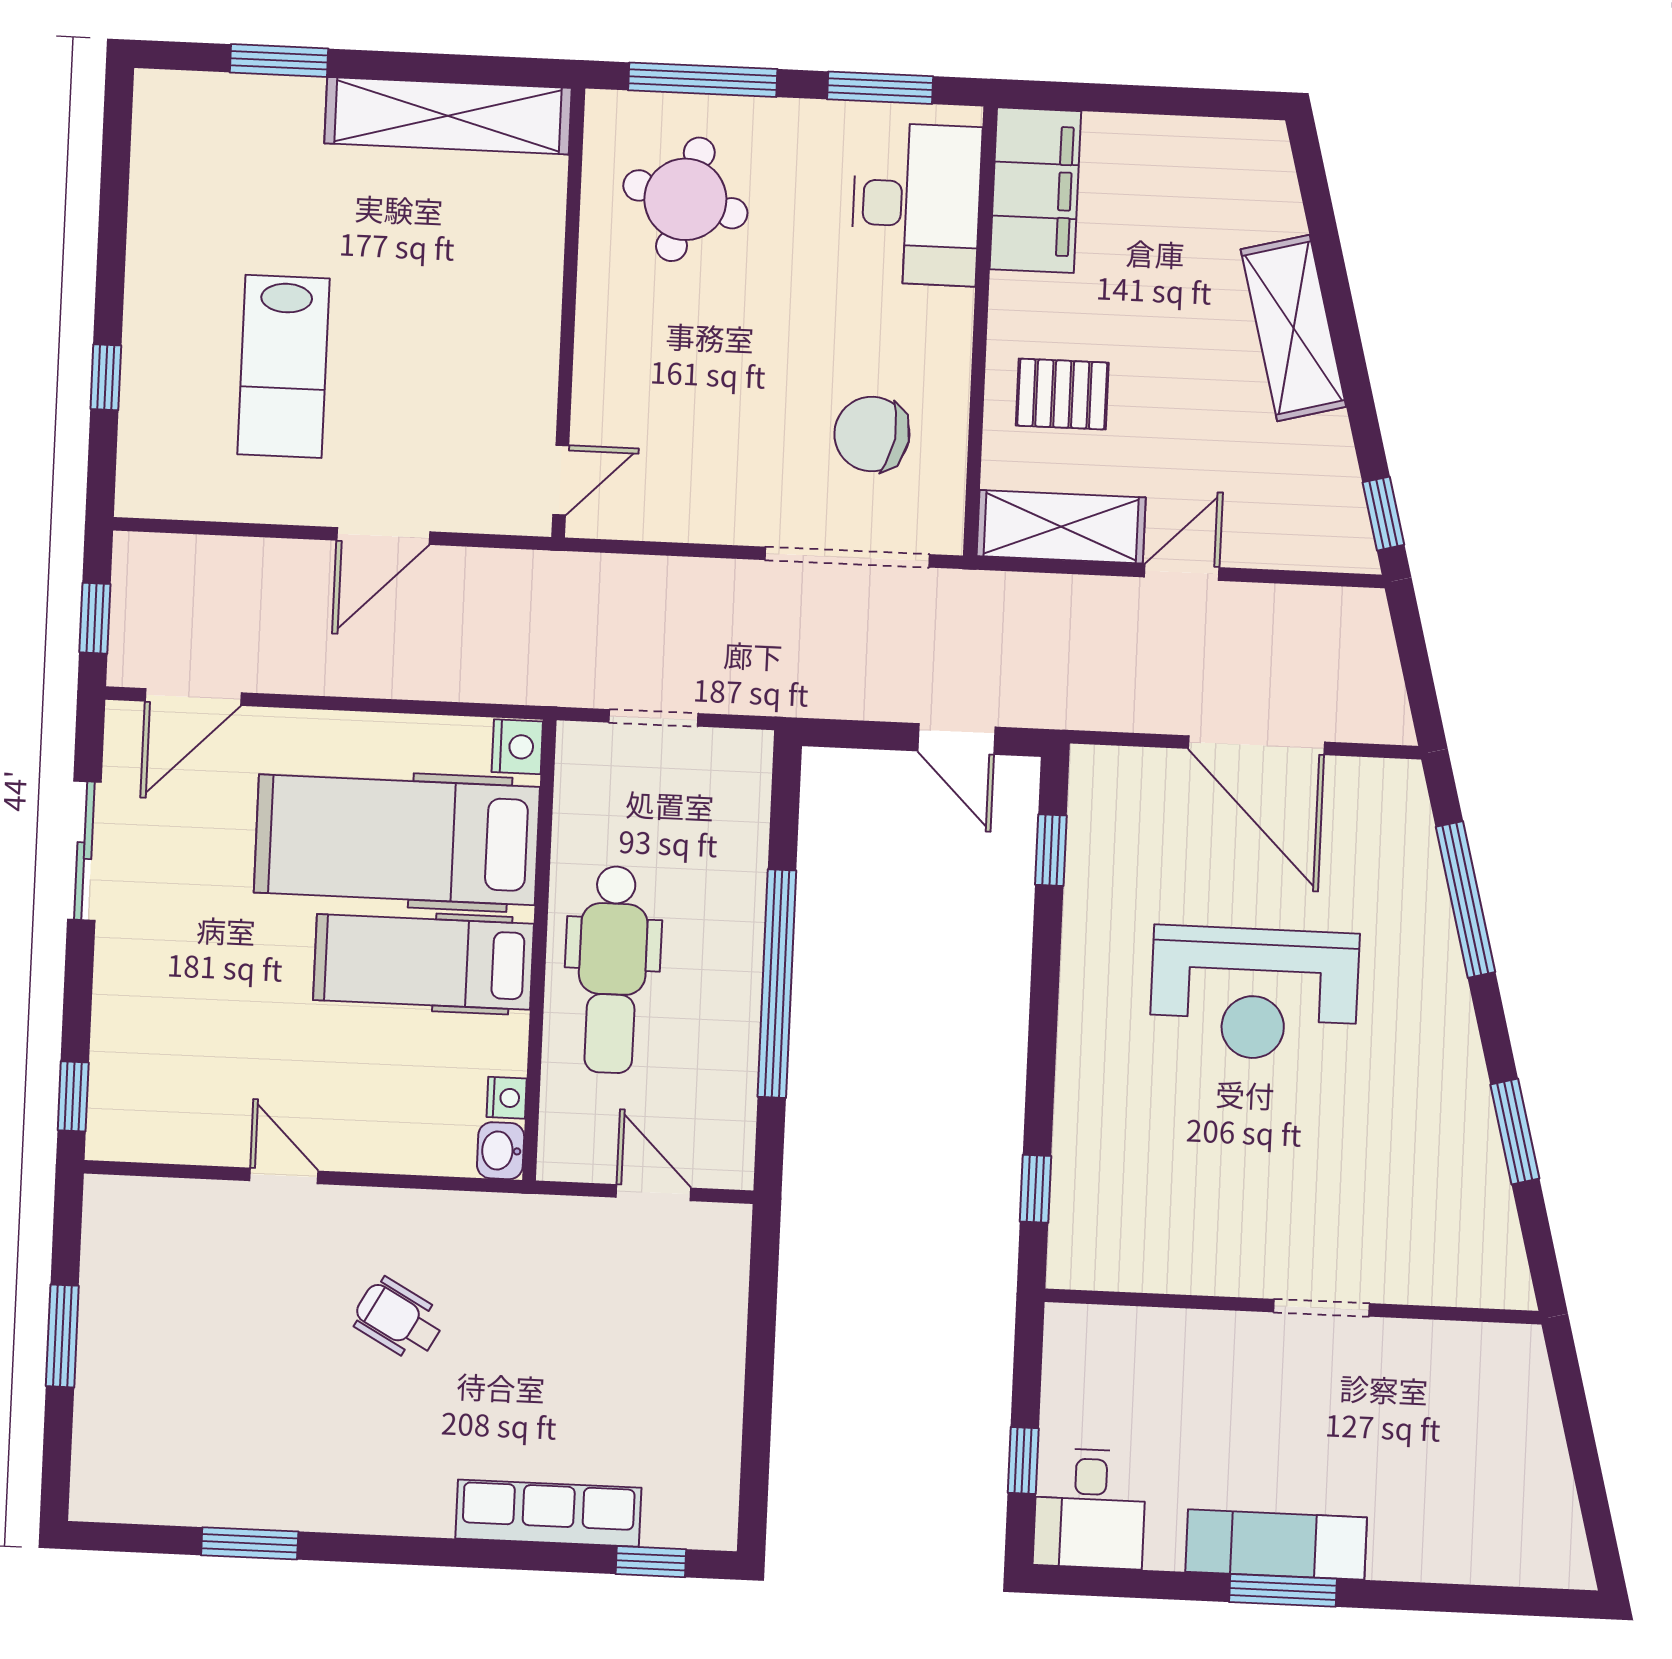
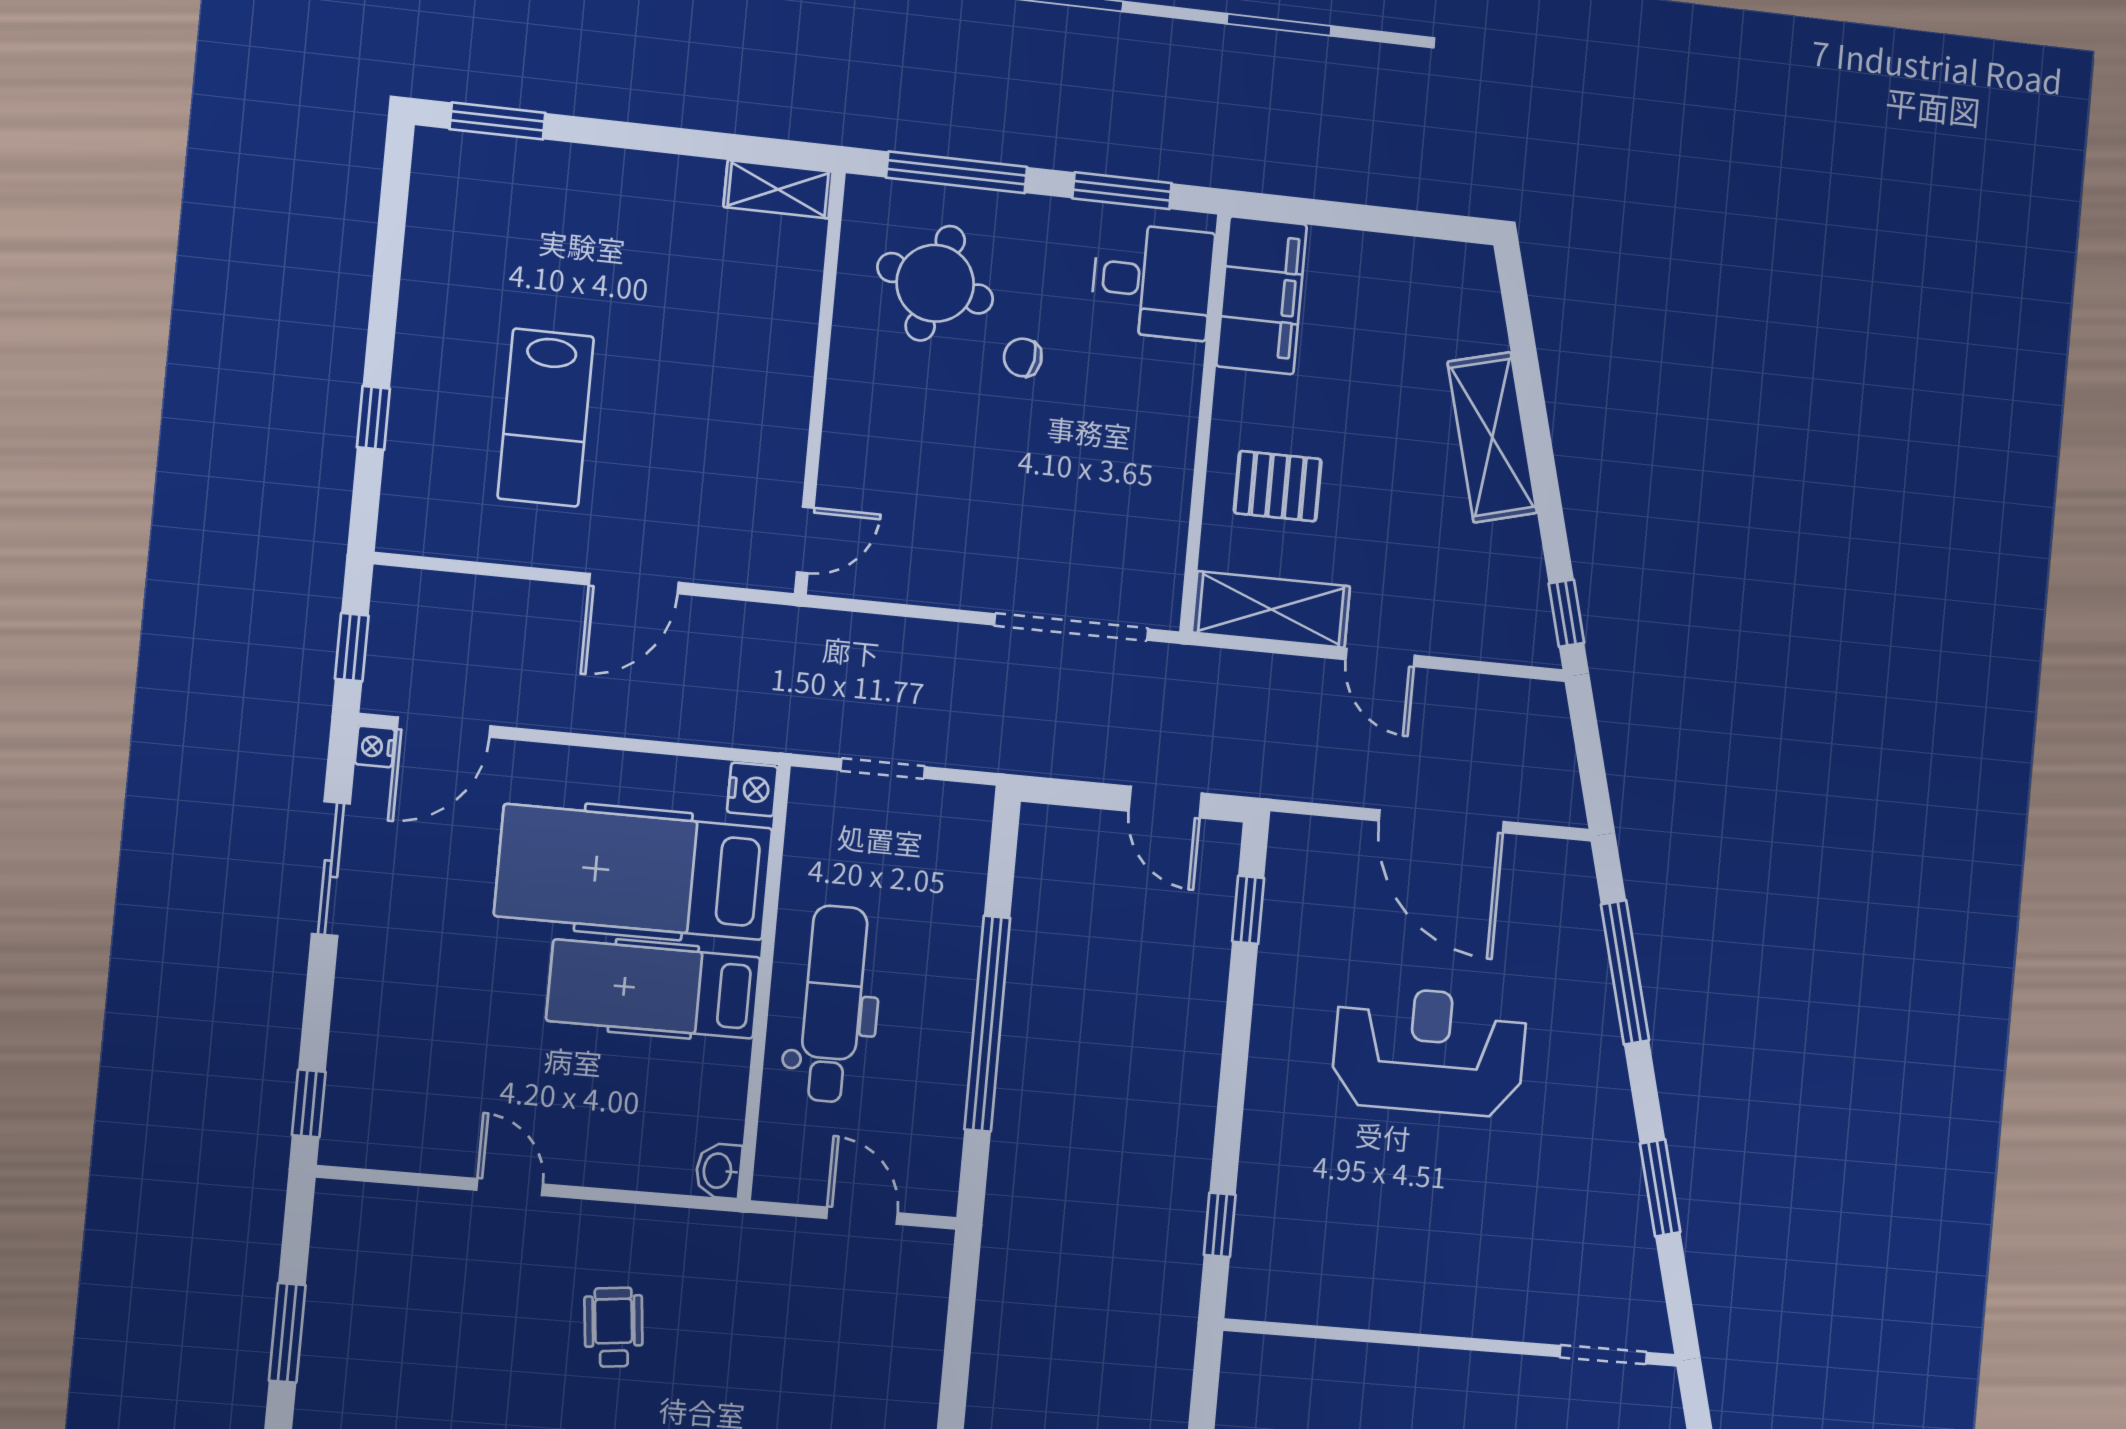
window: (279, 60) -> (497, 121), moved
shelving: (448, 116) -> (778, 189), width x0.45, depth x0.75
desk: (916, 204) -> (1152, 281), width x0.73
chair: (872, 434) -> (1023, 357), moved, width x0.54, depth x0.54
door: (1182, 572) -> (1380, 658), swing flipped
dental chair: (612, 970) -> (833, 1004), turned 180
reception desk: (1254, 993) -> (1429, 1051), turned 180
nightstand: (507, 1098) -> (375, 747), moved, turned 180
doorway: (1322, 1308) -> (1603, 1355), moved
wheelchair: (398, 1319) -> (614, 1327), turned 55

